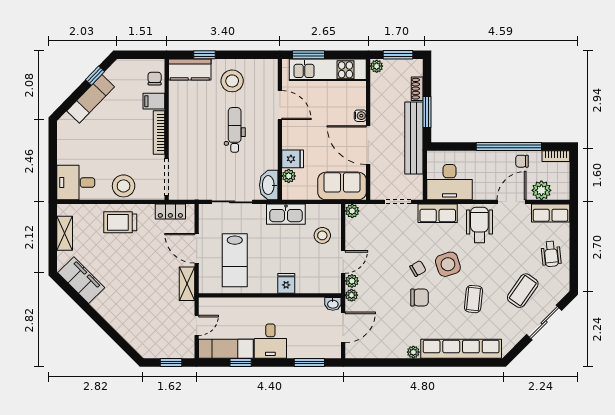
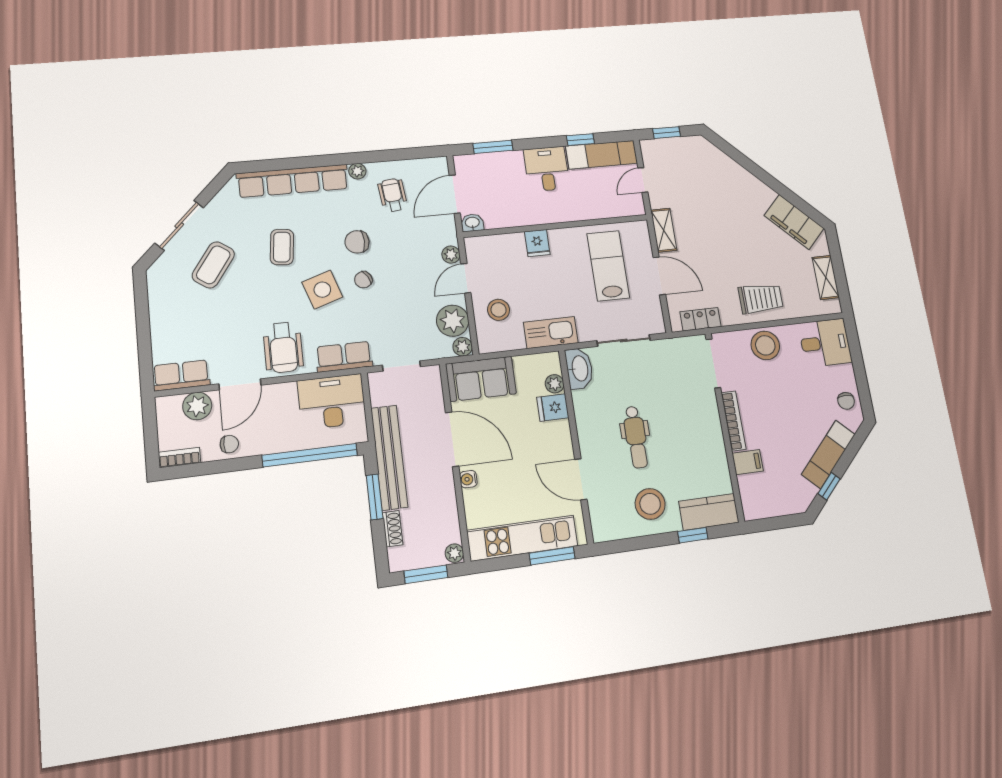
chair: (155, 79) -> (846, 401), moved
window: (509, 146) -> (310, 455), moved
wheelchair: (551, 254) -> (393, 195), moved
plant: (352, 295) -> (453, 321), moved, width x1.88, depth x1.88

